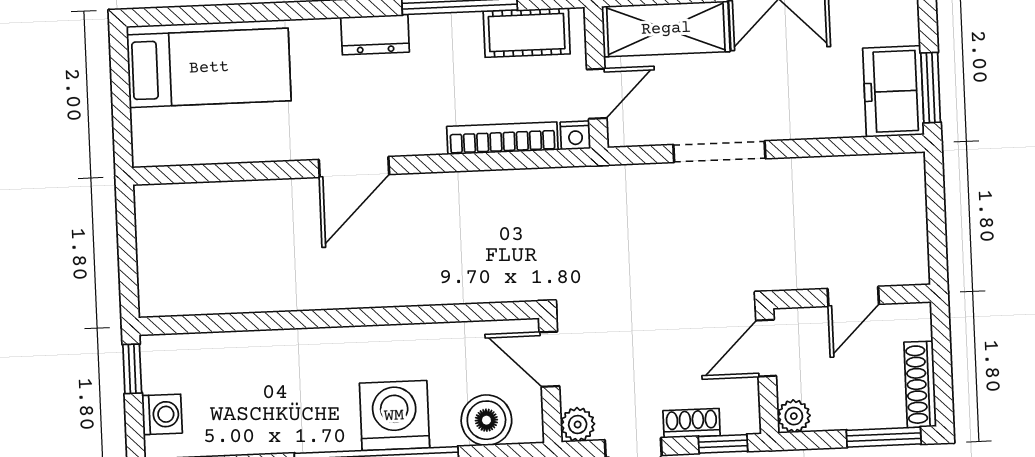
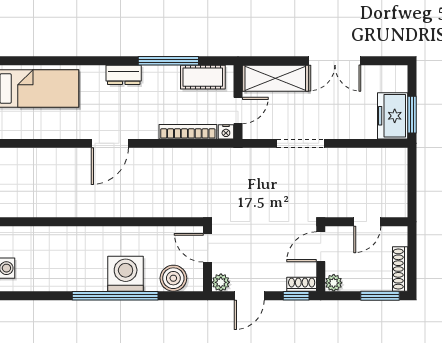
shoe rack: (692, 423) -> (302, 284), moved

